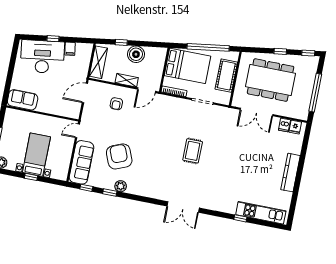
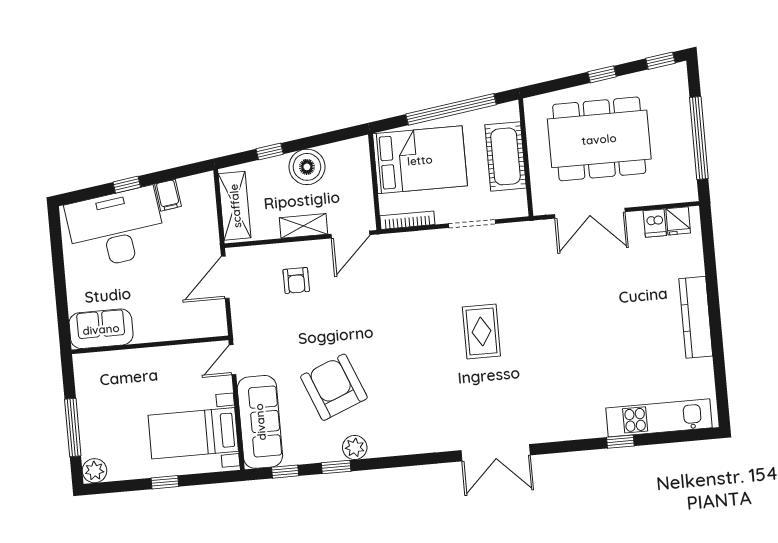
bed with nightstands: (36, 155) -> (193, 433), moved, turned -90

